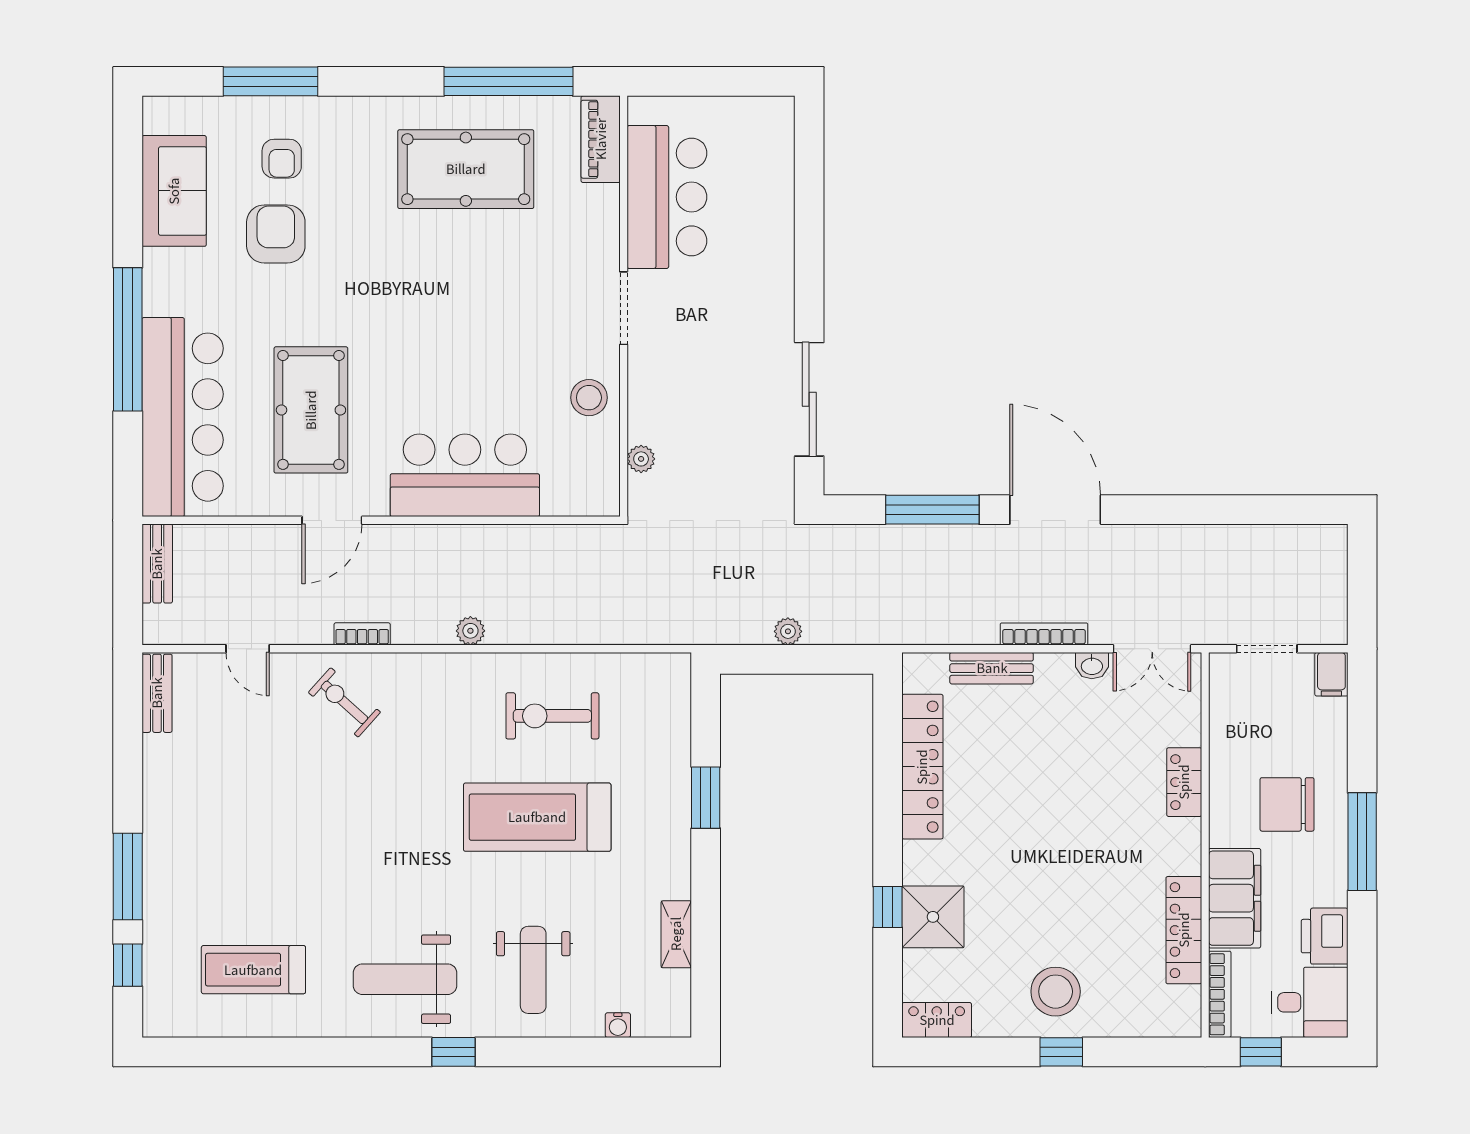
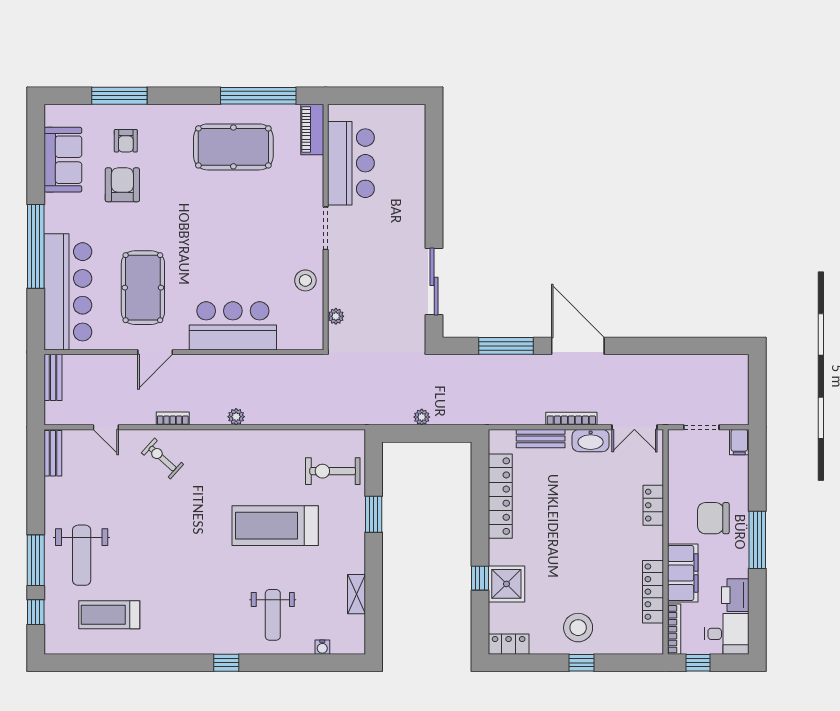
washbasin: (1092, 666) -> (591, 441), width x1.91, depth x1.45
exercise bike: (552, 716) -> (333, 471), moved
weight bench: (405, 979) -> (82, 555), moved, turned -90

